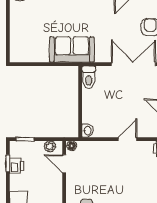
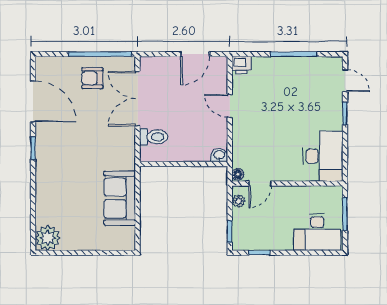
sofa: (72, 49) -> (120, 198), moved
toilet: (89, 77) -> (154, 137), moved
printer: (17, 166) -> (262, 242), removed

